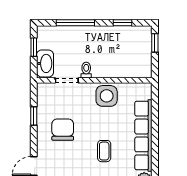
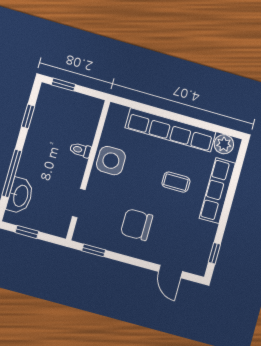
washbasin: (45, 63) -> (20, 196), moved, turned 90
toilet: (86, 70) -> (80, 150), moved
window: (34, 116) -> (94, 250), moved

